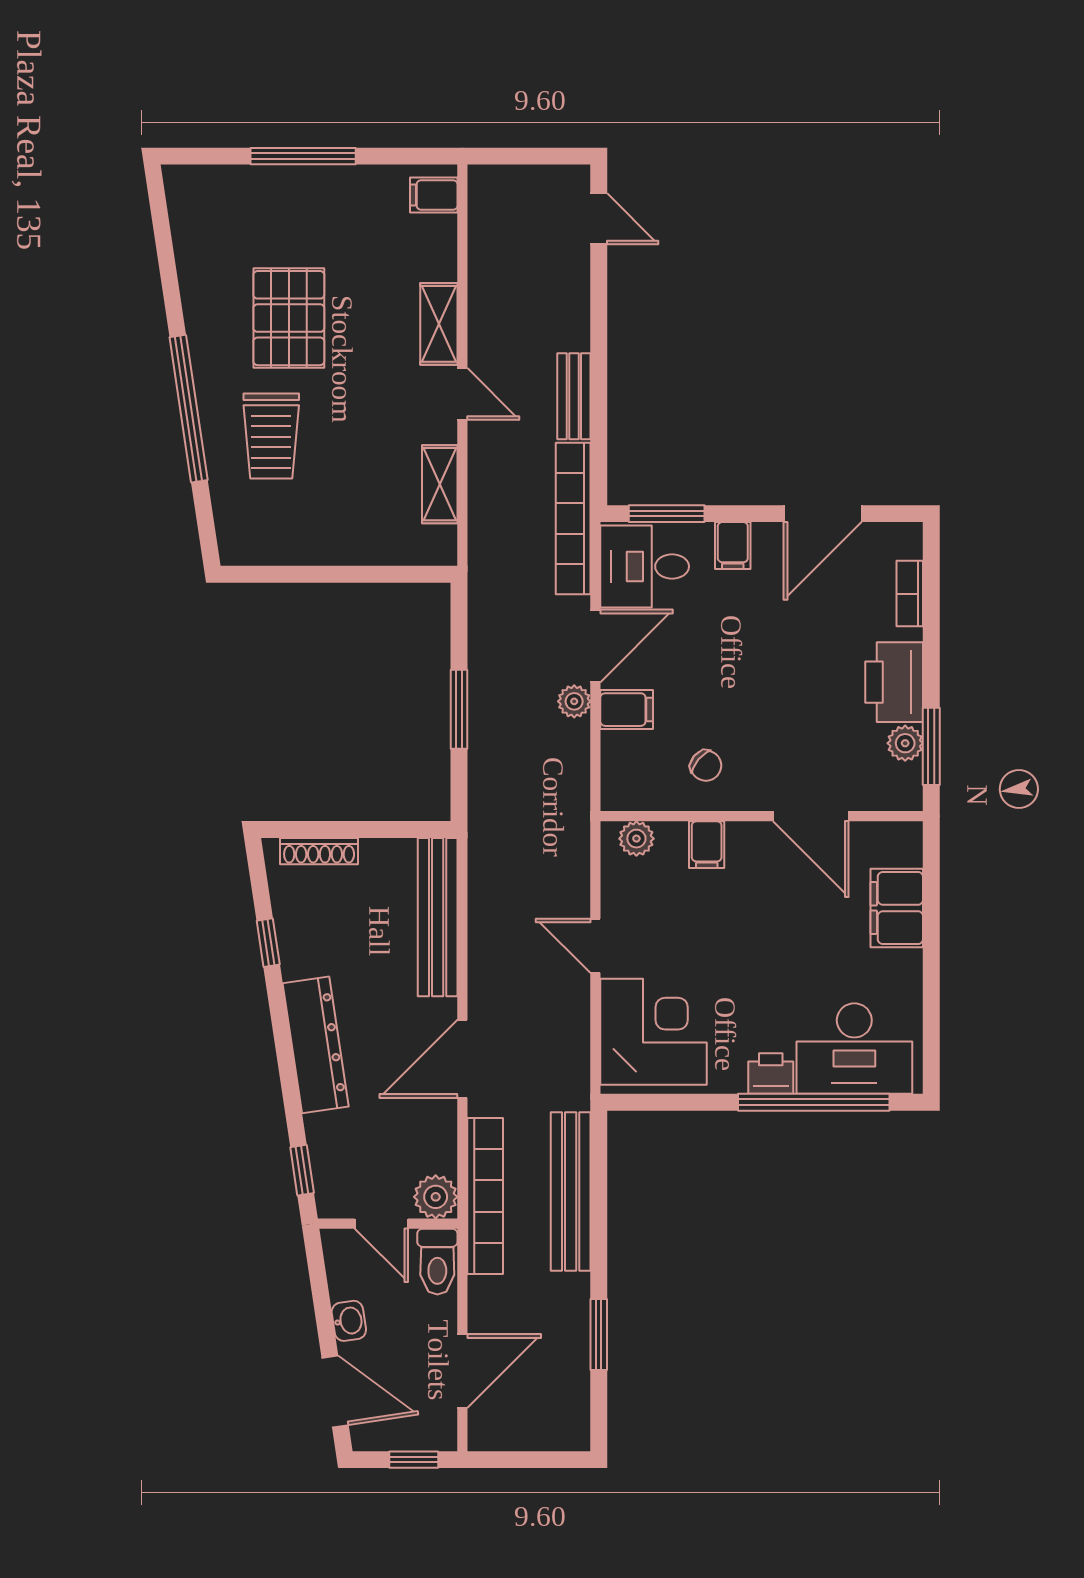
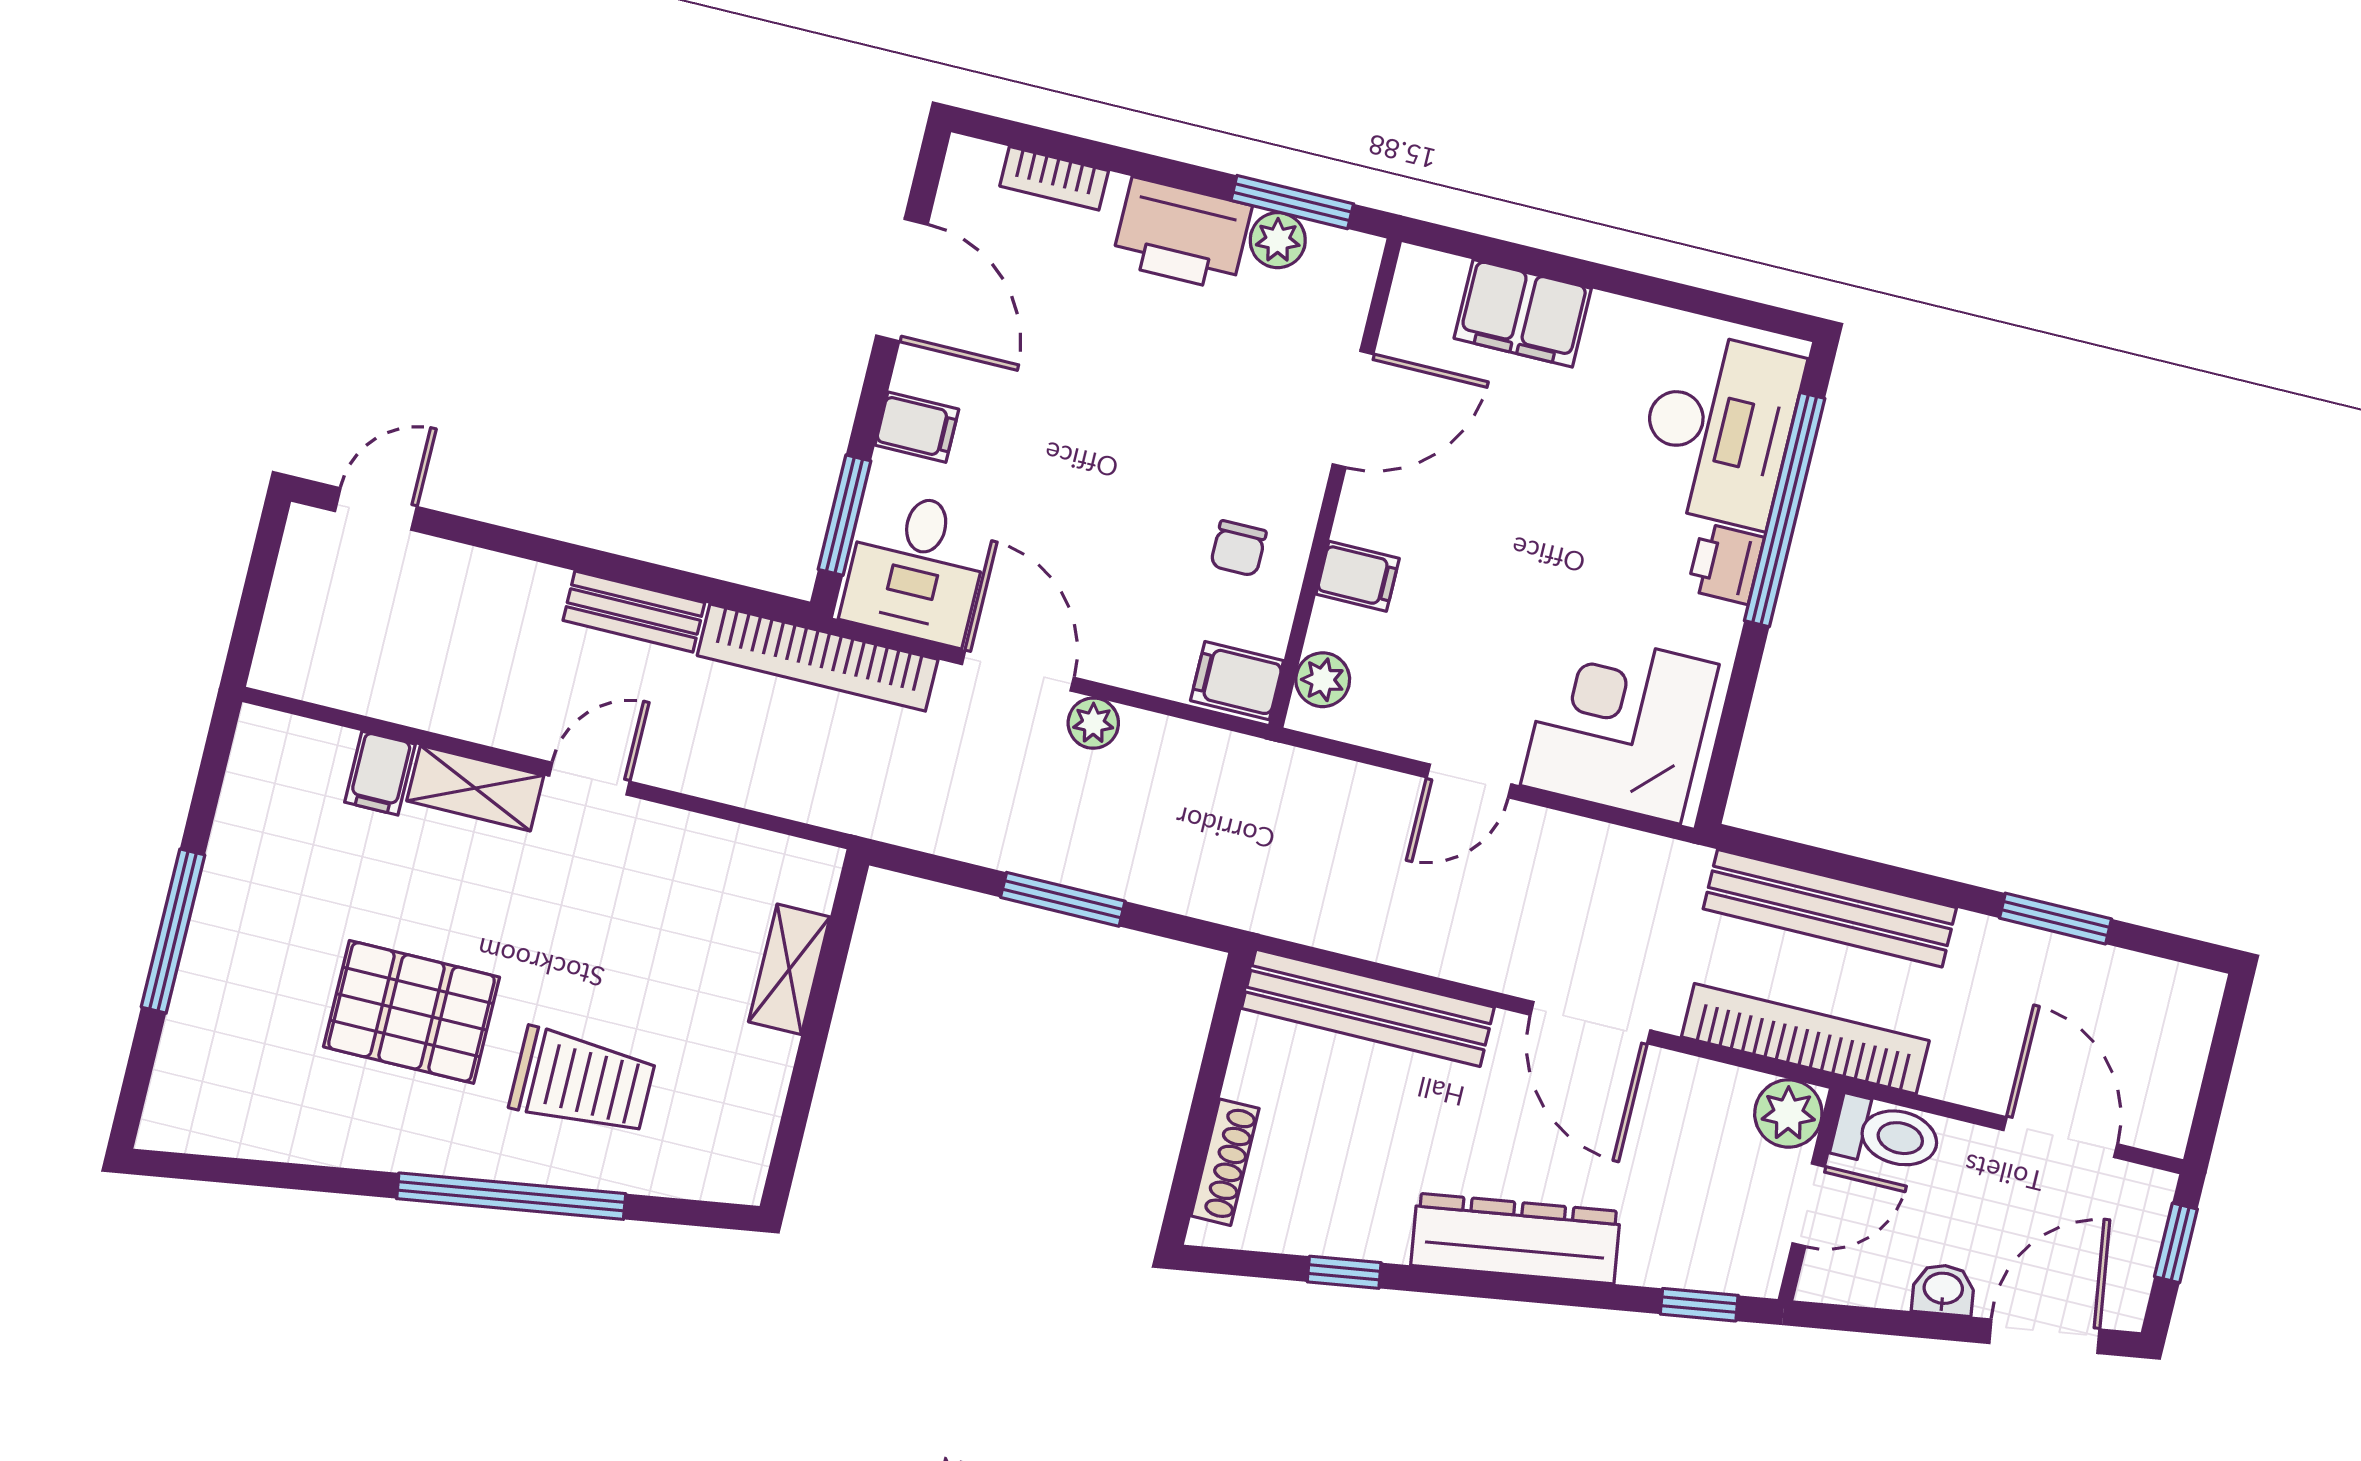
filing cabinet: (434, 195) -> (380, 773), moved
shelving: (440, 484) -> (789, 969), moved, turned 90
filing cabinet: (627, 710) -> (1237, 681), moved, turned -90
chair: (706, 766) -> (1238, 548), turned 140

